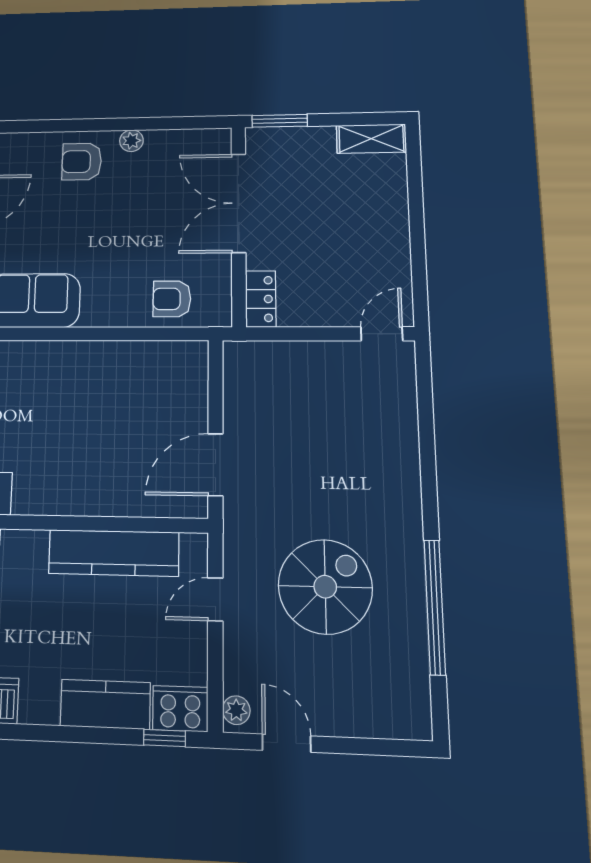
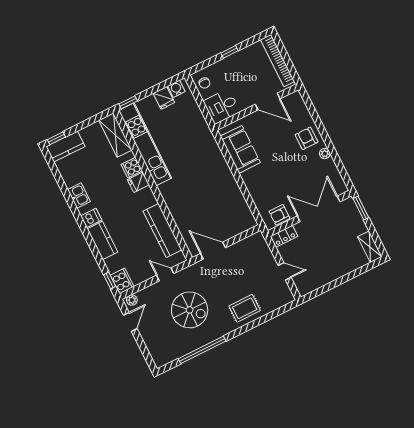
armchair: (172, 299) -> (279, 215), moved, turned -90
door: (382, 334) -> (285, 271), moved
rug: (381, 460) -> (245, 308), added
kitchen counter: (105, 704) -> (102, 240), moved

